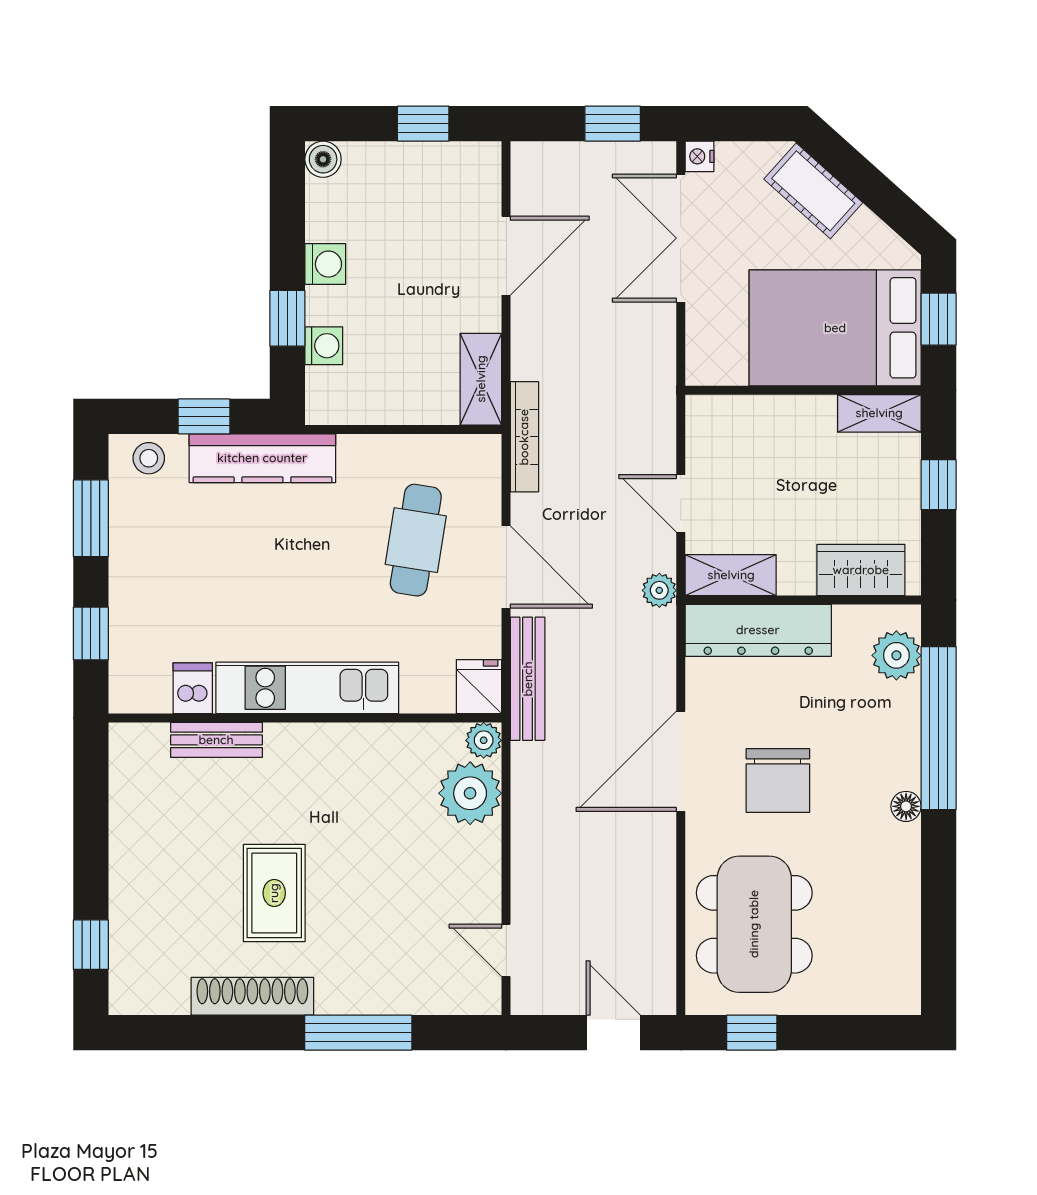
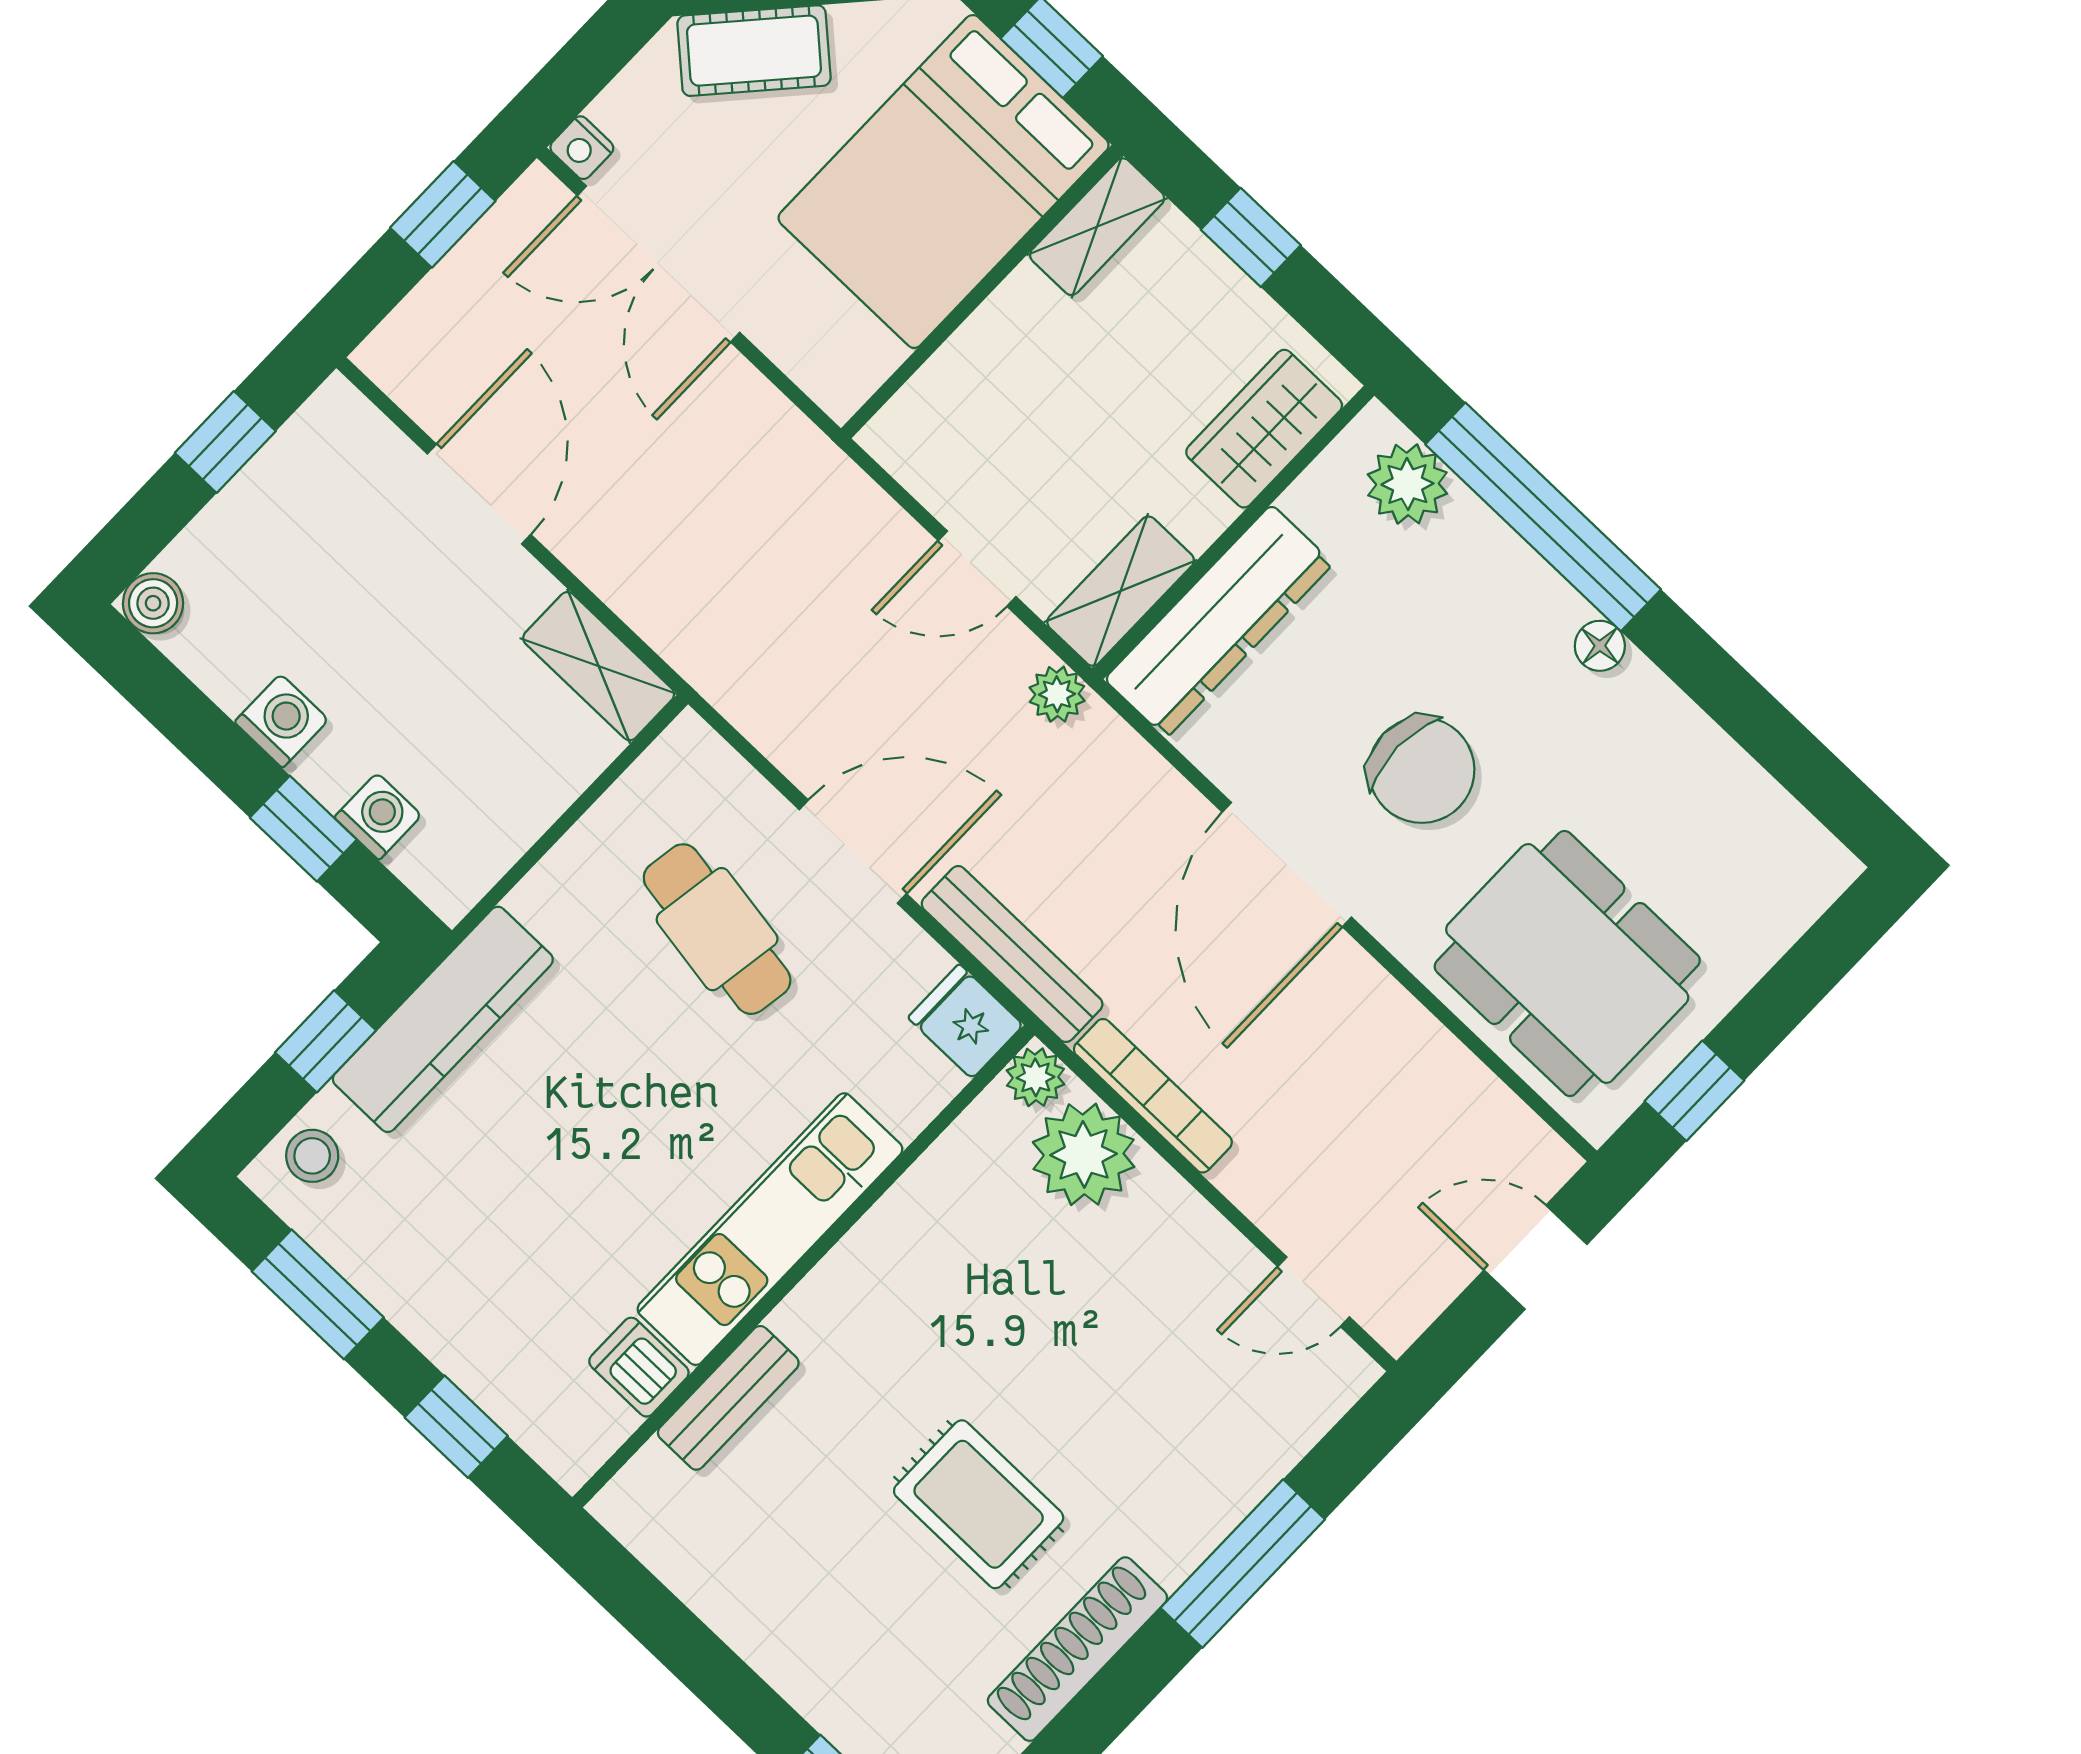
bookcase: (524, 437) -> (1153, 1096), moved

